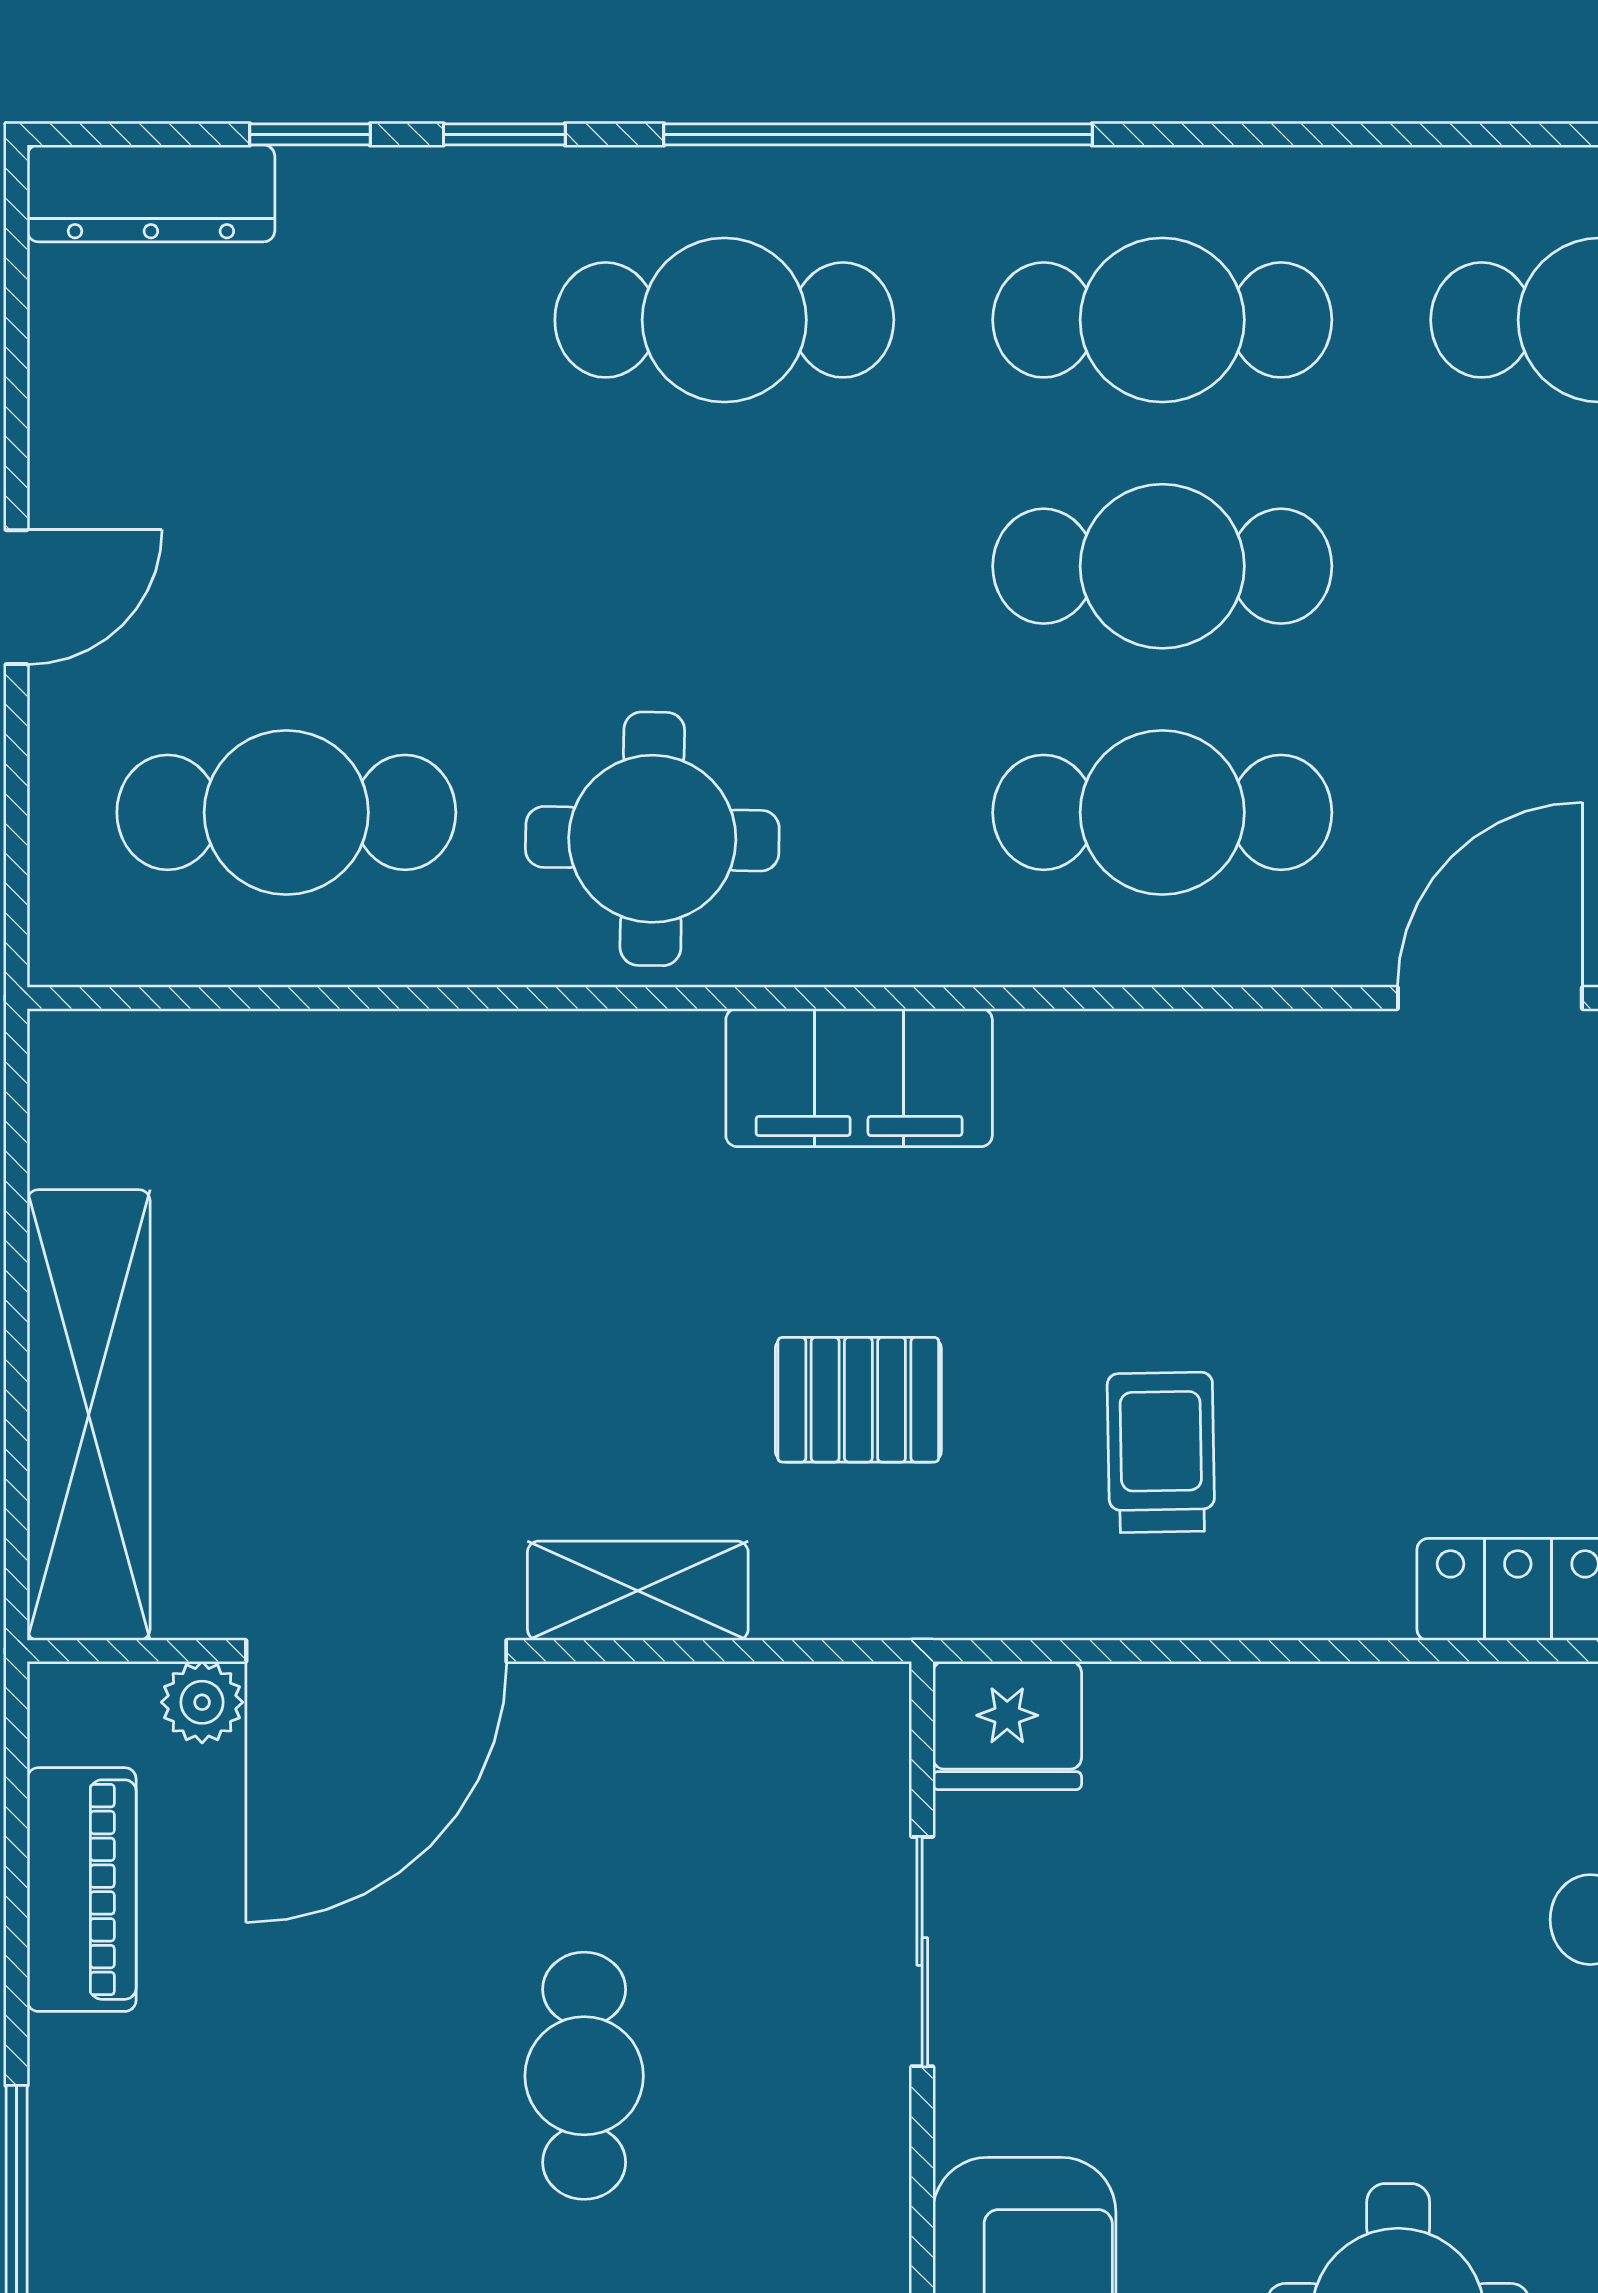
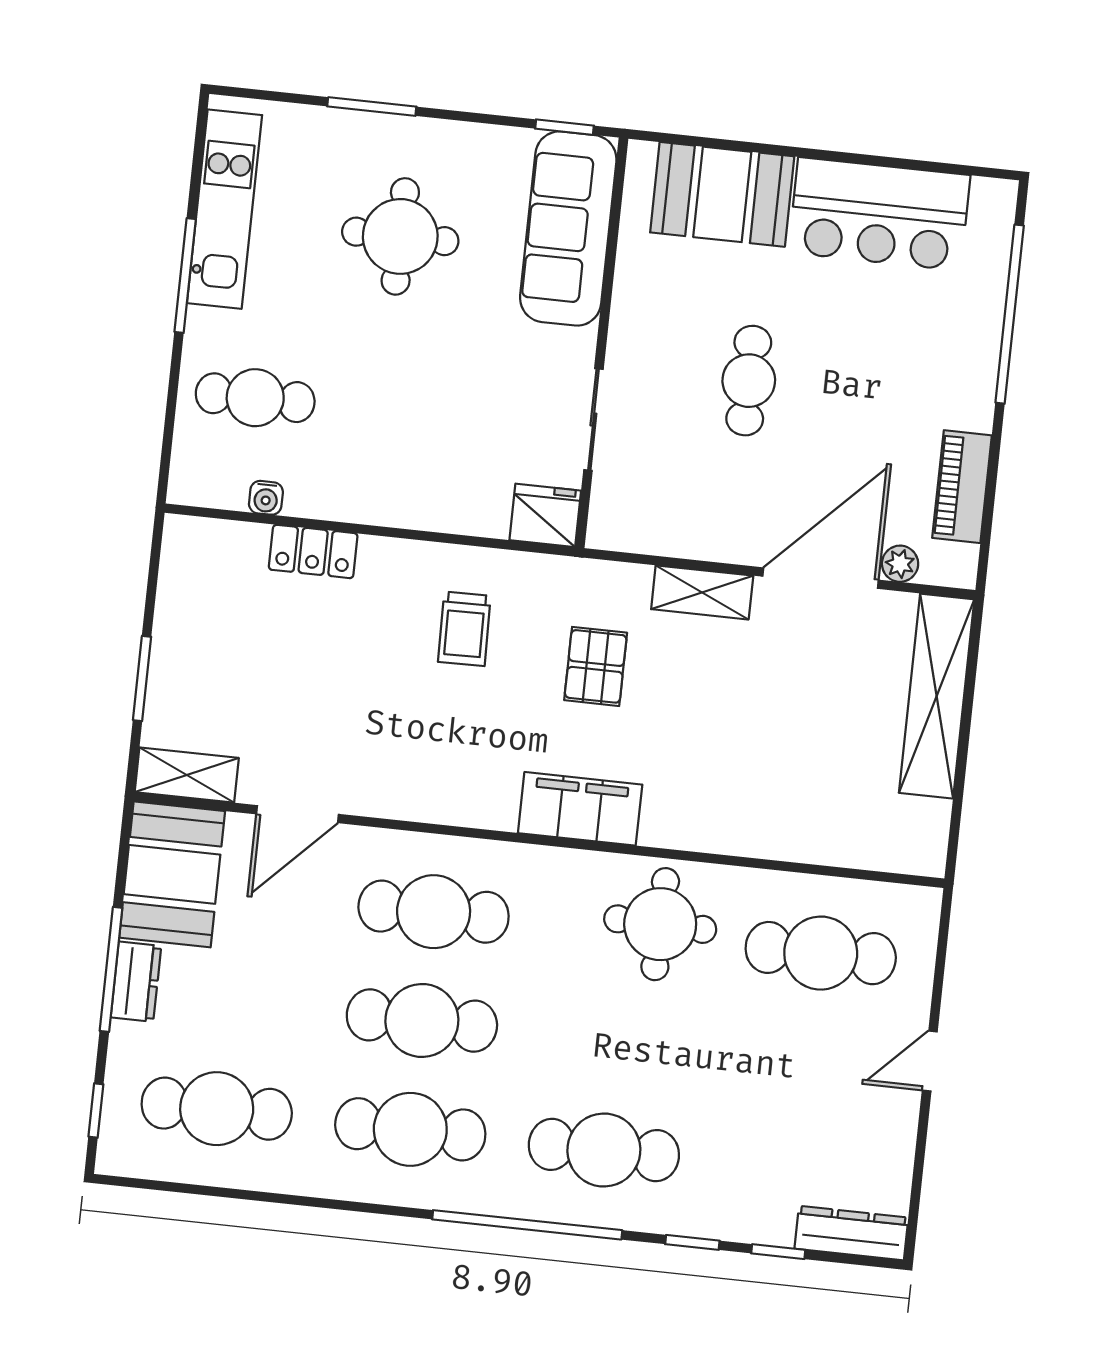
pallet: (858, 1400) -> (596, 666), turned 90

